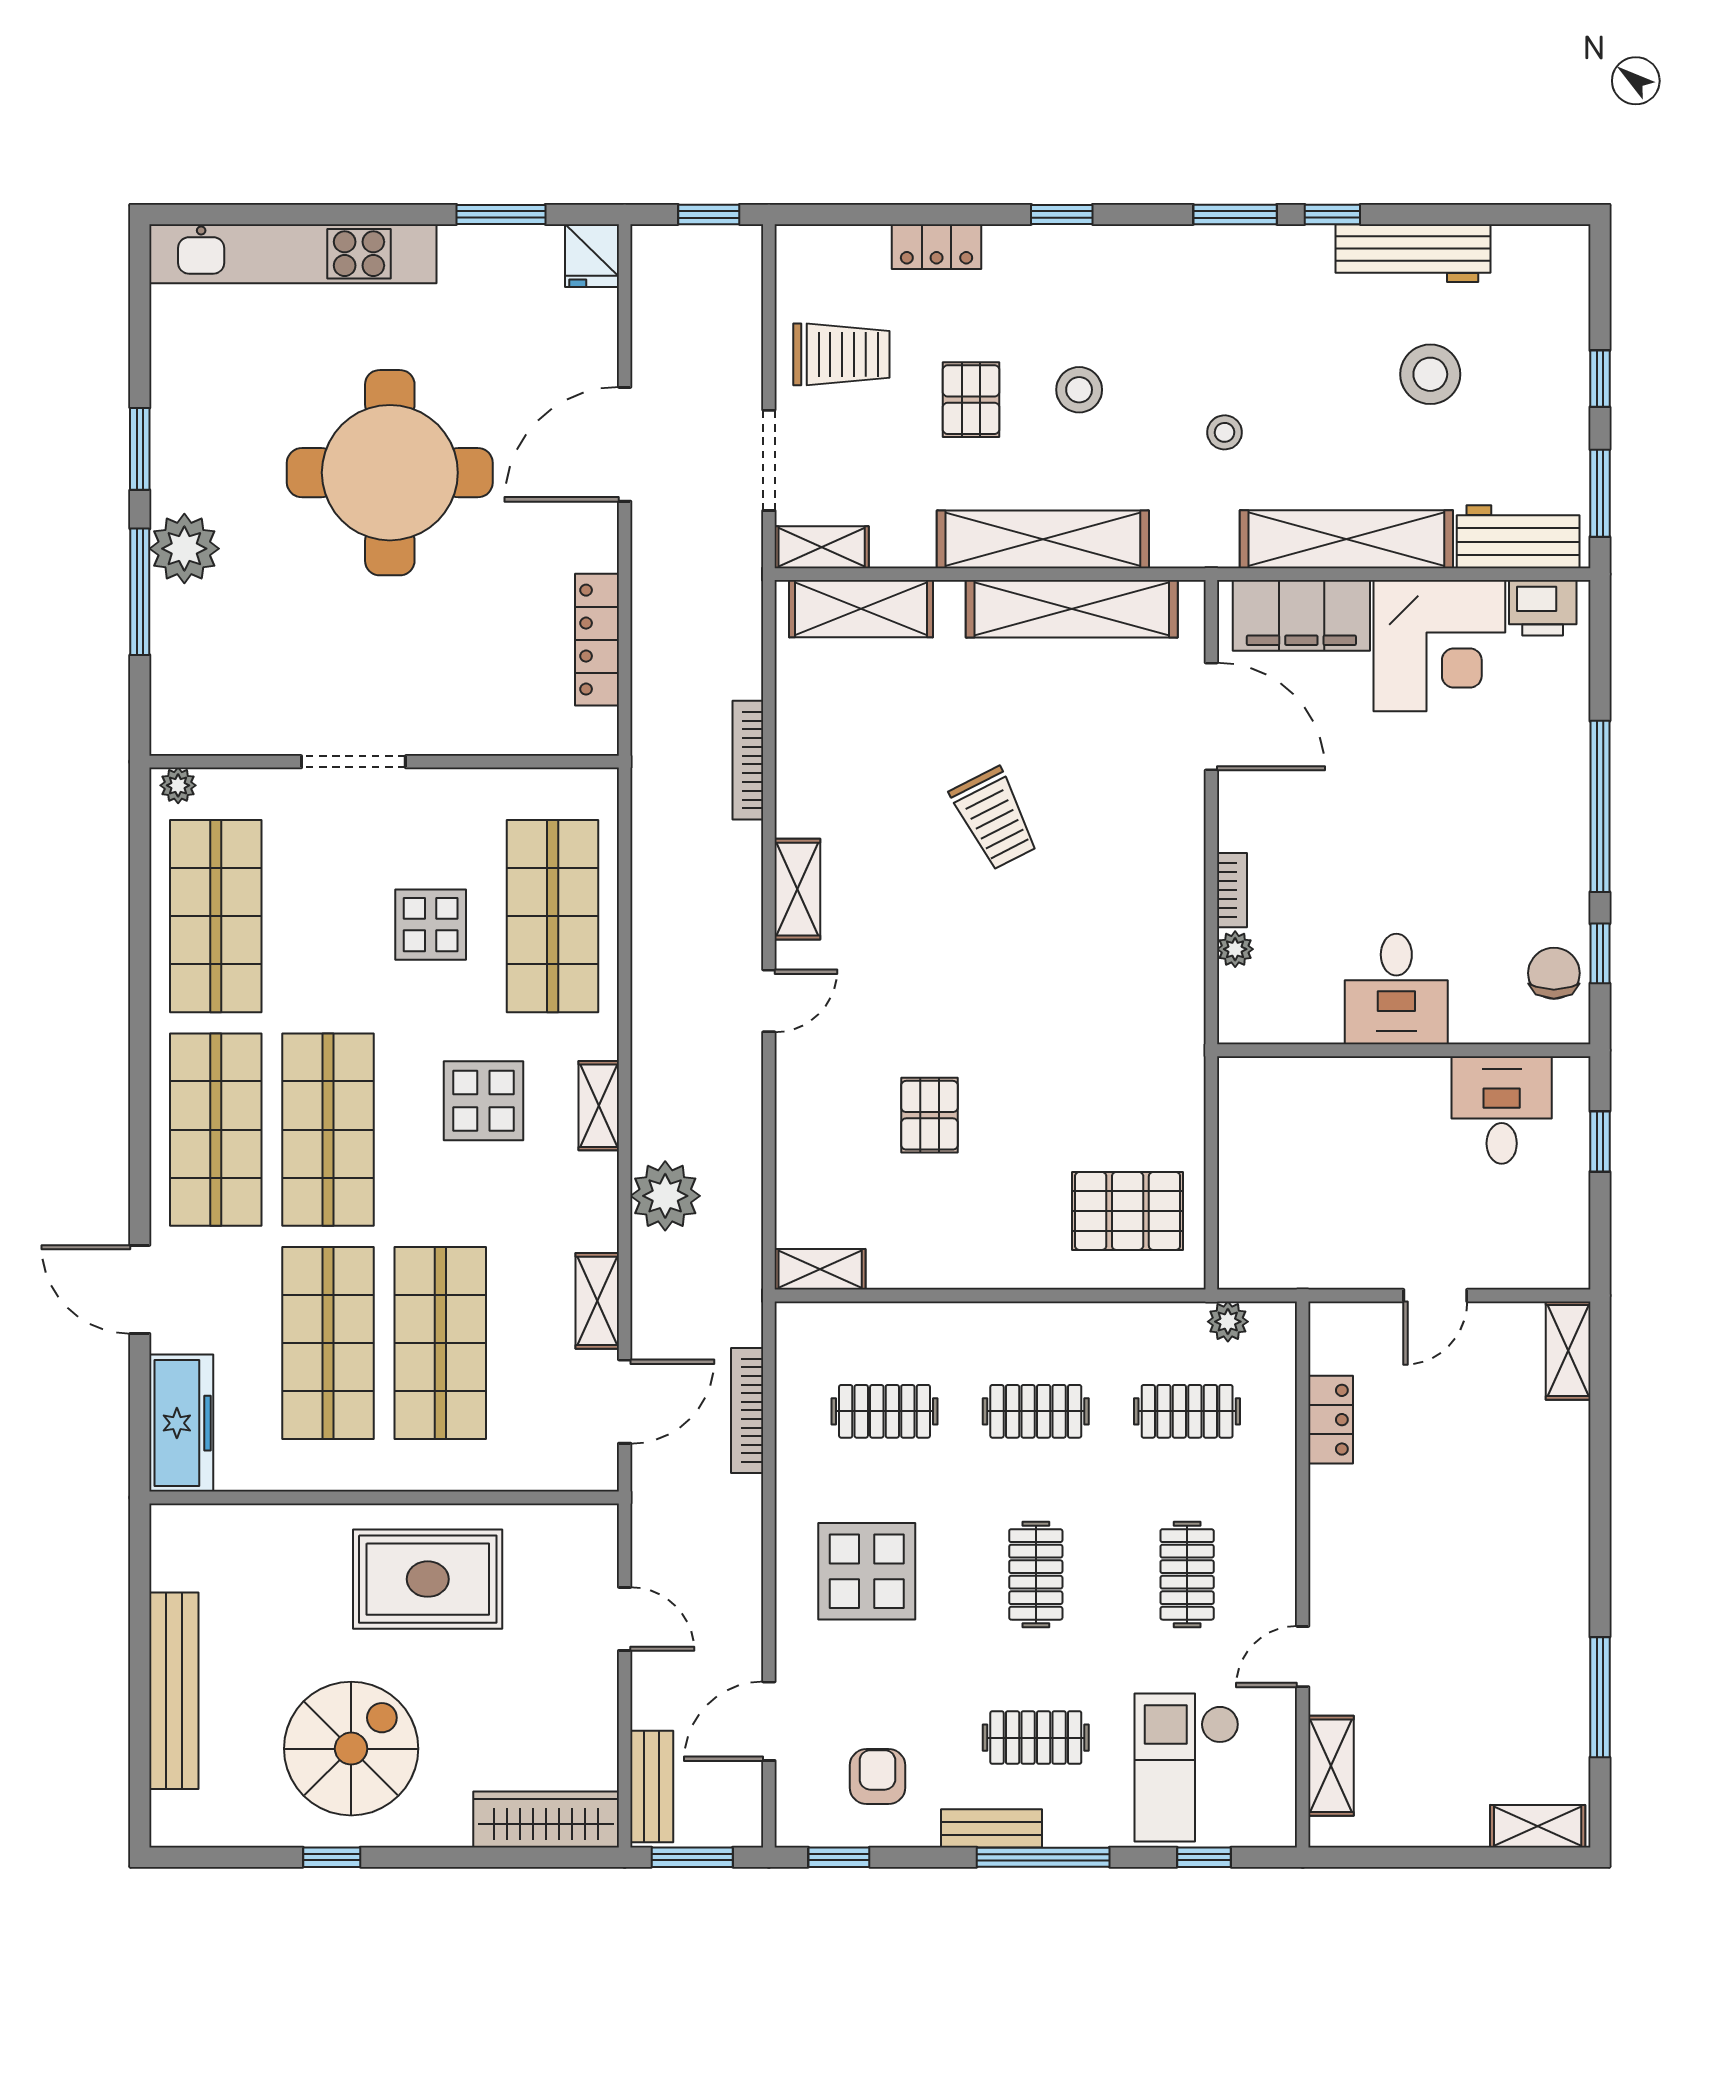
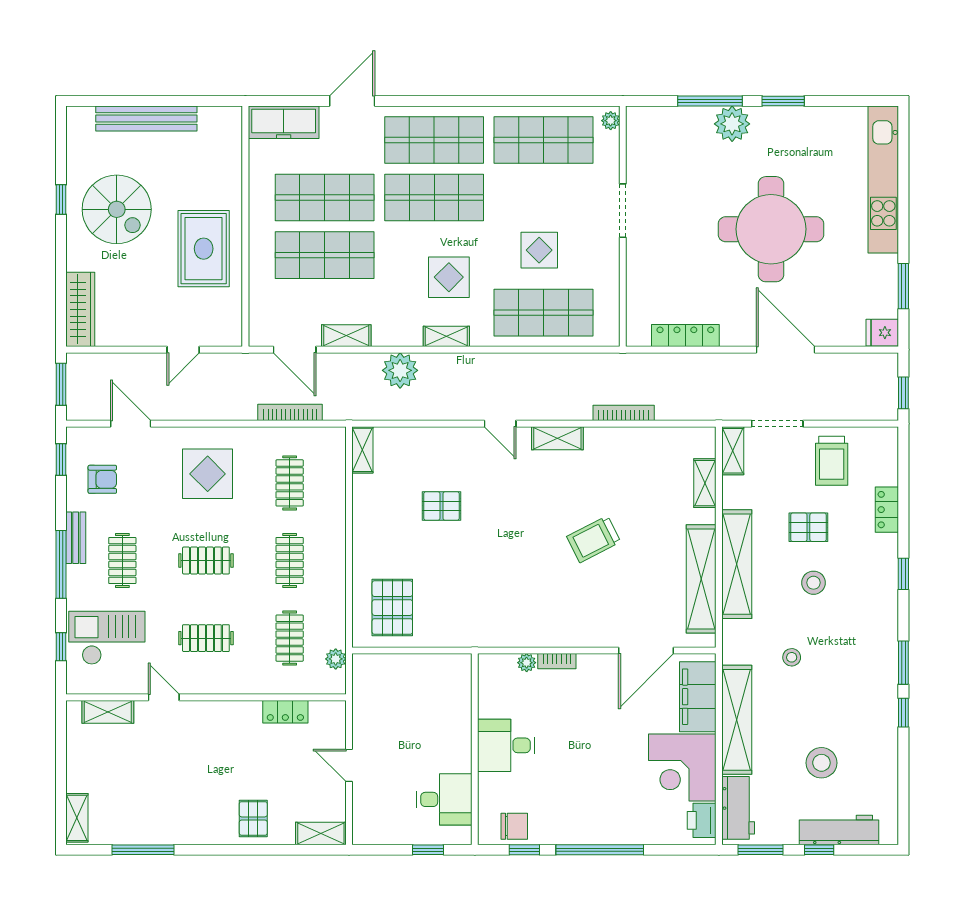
workbench: (1413, 253) -> (839, 830), moved, turned 90
shelving: (861, 609) -> (705, 483), width x0.67, depth x0.75
pallet: (1539, 1482) -> (253, 818), added
bench: (652, 1787) -> (97, 364), removed

